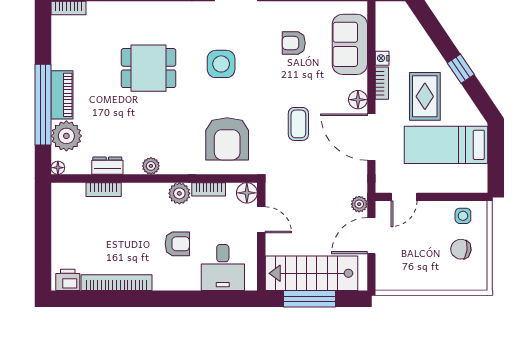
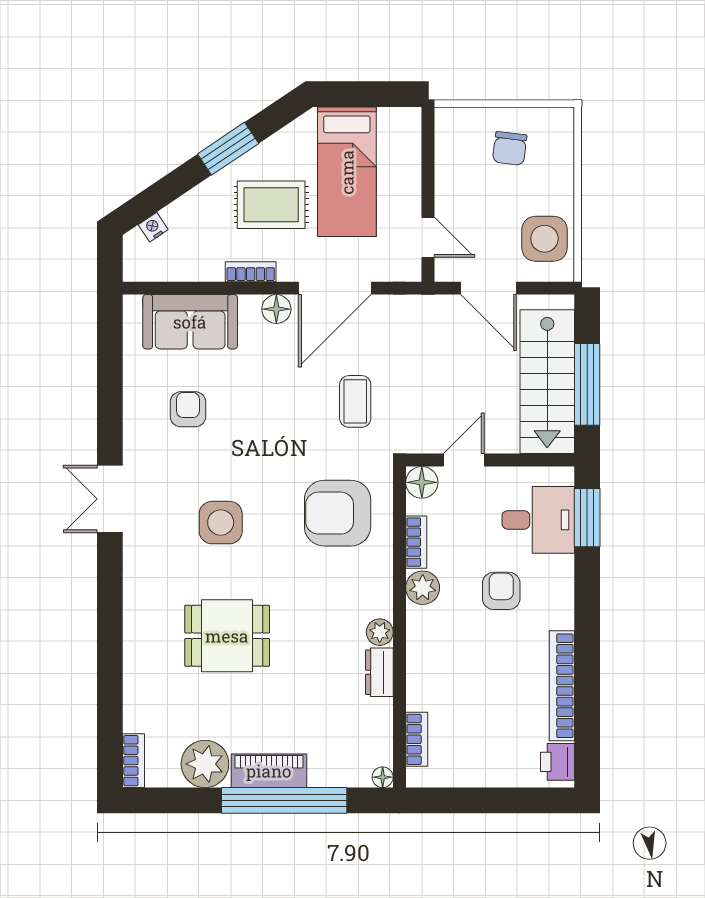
armchair: (294, 43) -> (188, 409), turned 180
nightstand: (382, 58) -> (153, 227), moved, turned 146
dining table: (149, 68) -> (227, 636), turned 90
window: (461, 69) -> (228, 149), width x1.50
coffee table: (298, 124) -> (355, 401), moved, turned 90
plant: (66, 136) -> (205, 764), moved
armchair: (227, 139) -> (338, 513), turned 180
dresser: (107, 166) -> (379, 672), moved
bookcase: (104, 190) -> (417, 739), moved
plant: (359, 204) -> (439, 307), removed
side table: (463, 216) -> (544, 239), moved, width x1.87, depth x1.87
window: (224, 299) -> (587, 518), added

